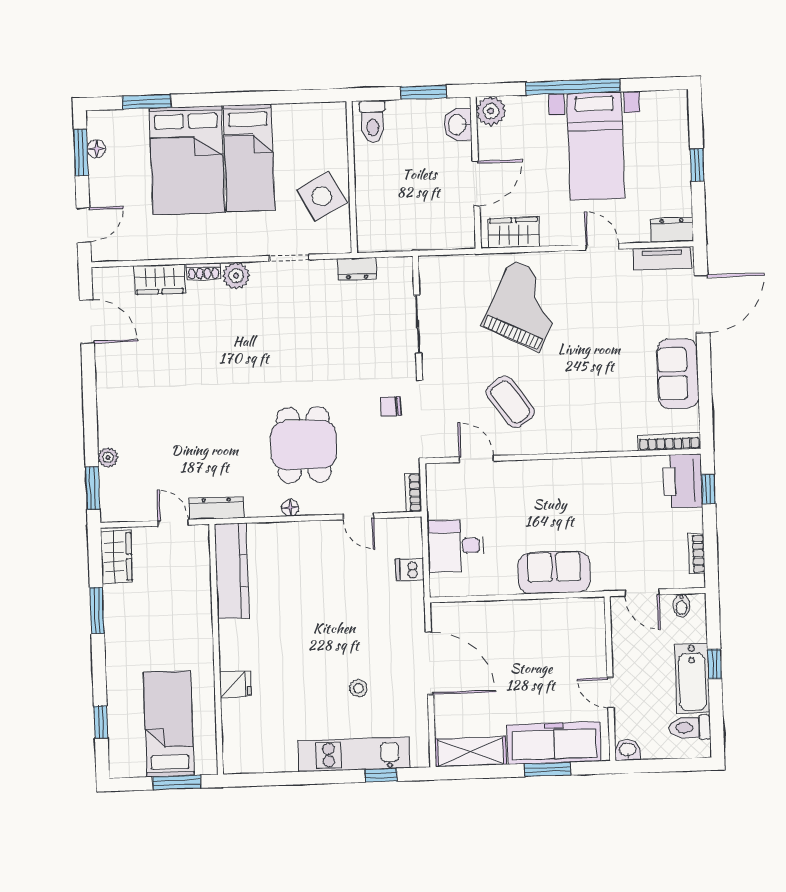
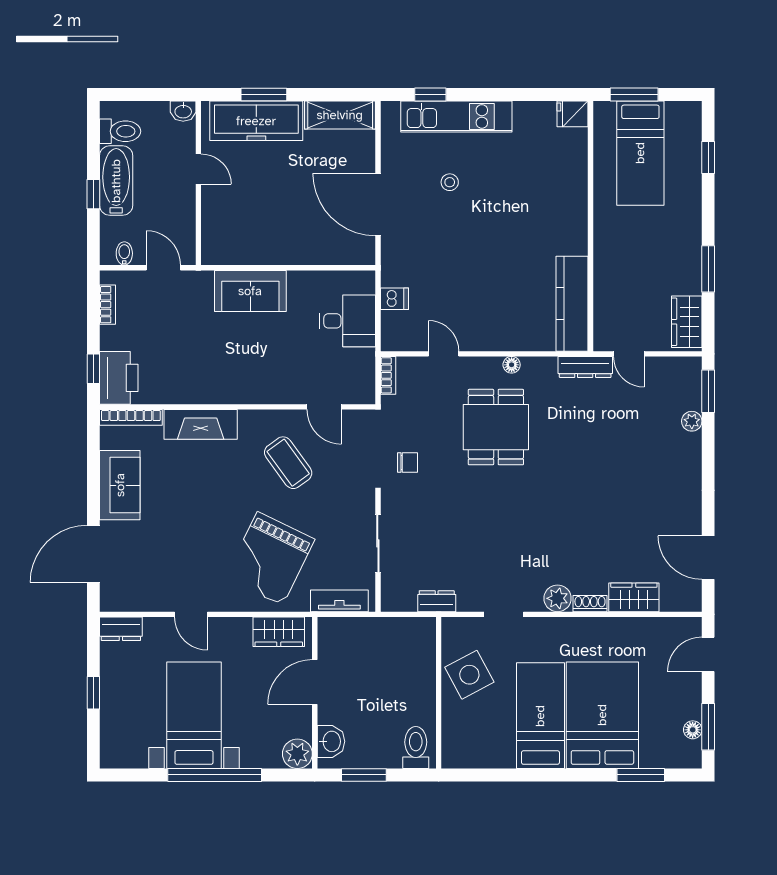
tv unit: (662, 258) -> (339, 601), moved
fireplace: (599, 437) -> (201, 424), added
fridge: (235, 684) -> (572, 114), moved

